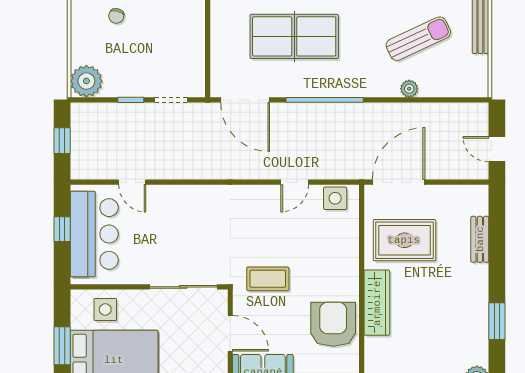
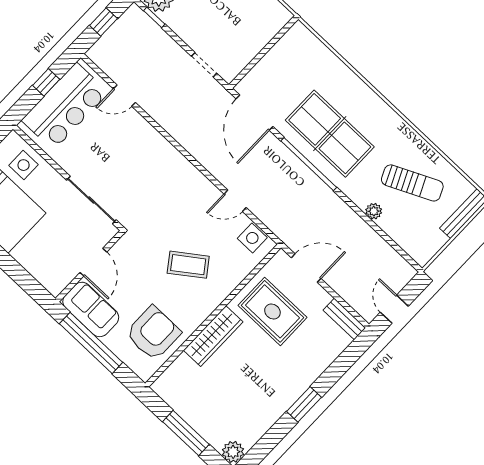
table tennis table: (294, 36) -> (330, 134), moved
window: (131, 100) -> (154, 17), moved
door: (132, 182) -> (124, 96), hinge flipped
door: (399, 182) -> (306, 268), width x0.73
bench: (480, 239) -> (344, 319), moved, turned 90
coffee table: (268, 279) -> (188, 265), moved, turned -36
window: (497, 321) -> (304, 404), moved
armchair: (333, 324) -> (153, 333), moved

